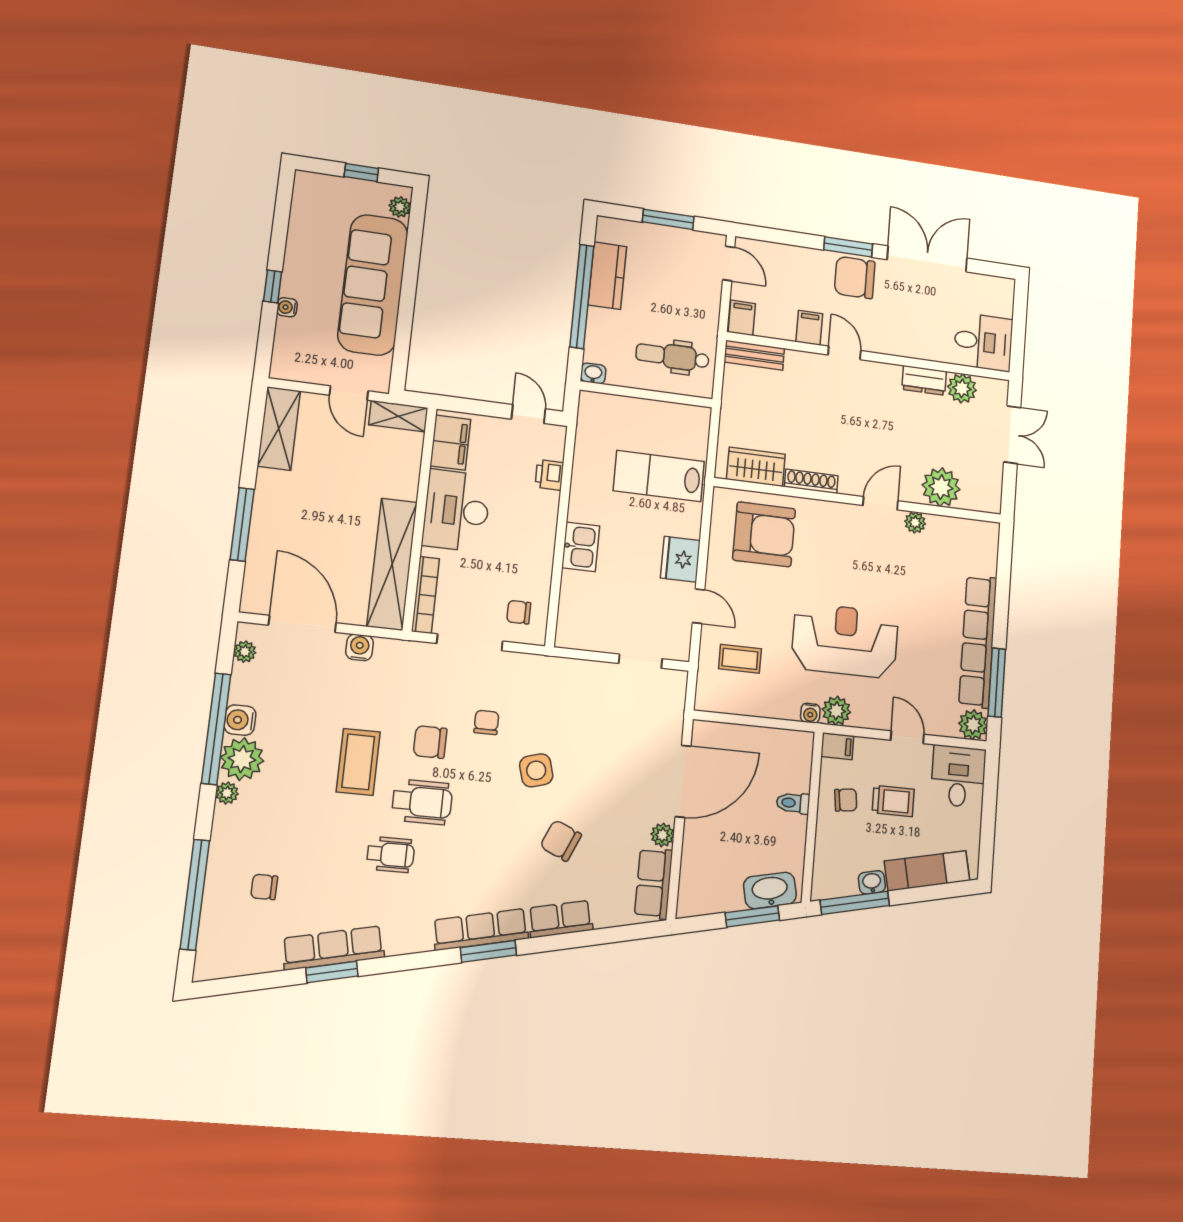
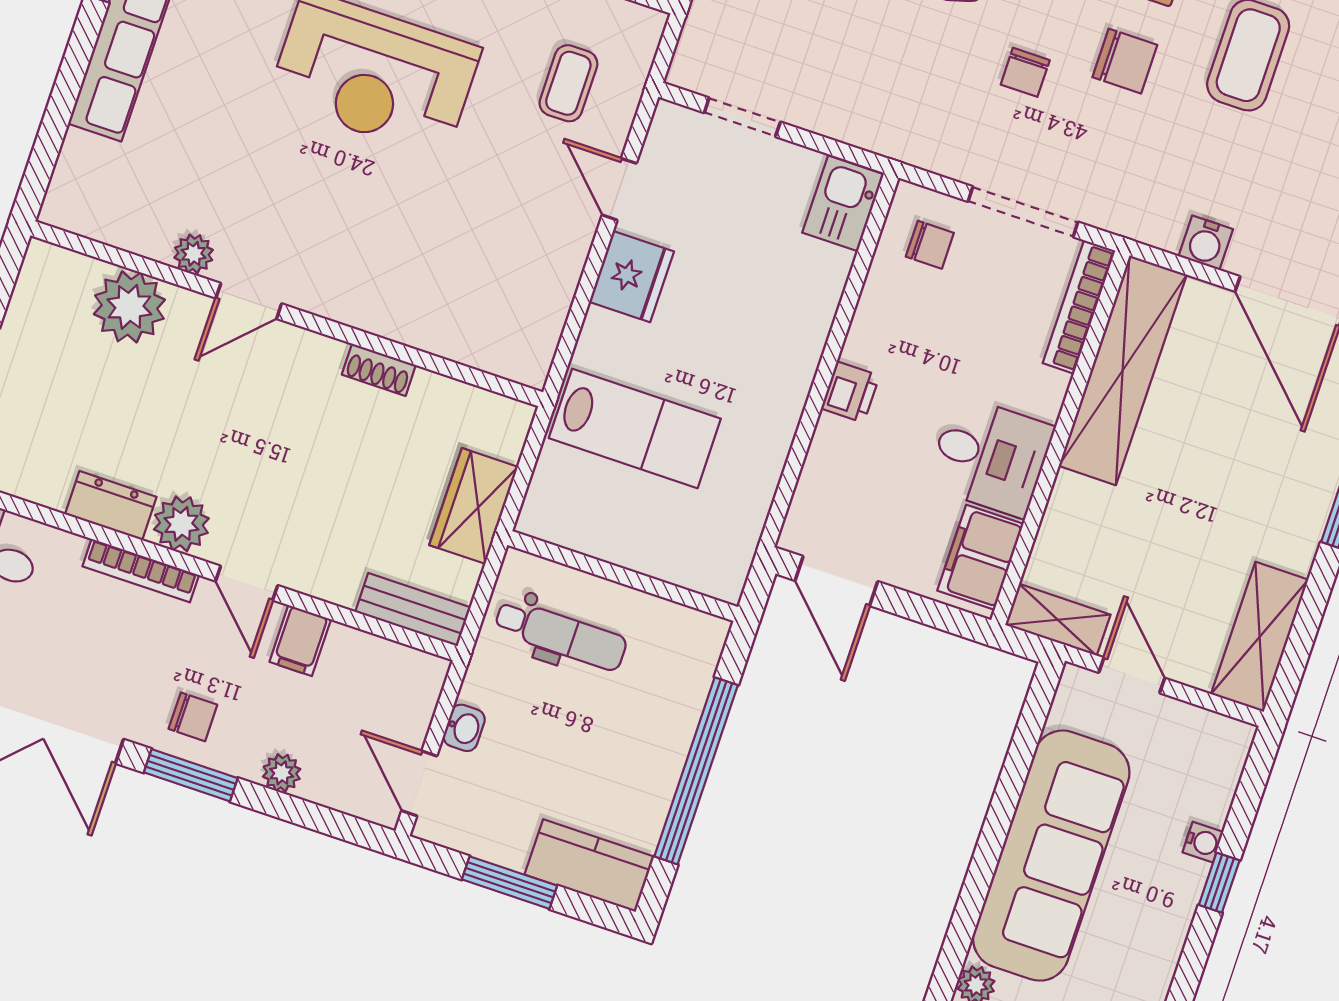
plant: (802, 256) -> (282, 773), added
kitchen counter: (607, 276) -> (589, 866), moved, turned 90
chair: (855, 278) -> (193, 717), width x0.54, depth x0.54
filing cabinet: (742, 318) -> (419, 681), removed
bookcase: (900, 349) -> (141, 571), added
washbasin: (593, 373) -> (464, 728), moved, turned -90
plant: (962, 388) -> (181, 524), moved
door: (528, 414) -> (836, 581), width x1.37
wardrobe: (756, 467) -> (474, 506), moved, turned 90
printer: (549, 475) -> (850, 392), moved
shoe rack: (811, 481) -> (379, 370), width x0.70
desk: (456, 511) -> (990, 456), width x0.73
armchair: (764, 534) -> (473, 289), removed
kitchen sink: (581, 547) -> (843, 203), moved
coffee table: (740, 659) -> (568, 83), turned 90

